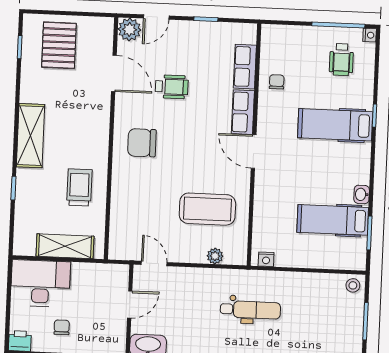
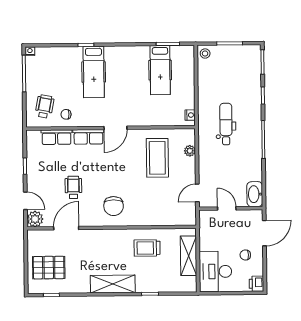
wheelchair: (341, 60) -> (45, 106), moved, turned -79
washbasin: (362, 194) -> (141, 51), removed

